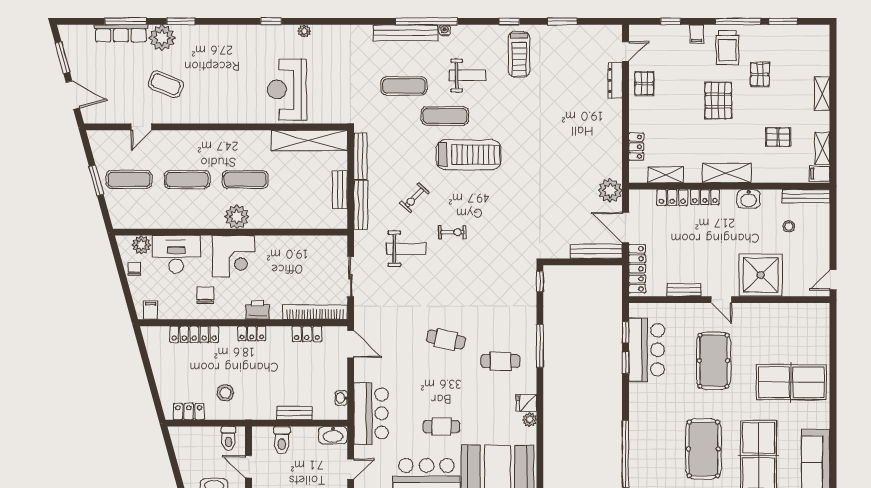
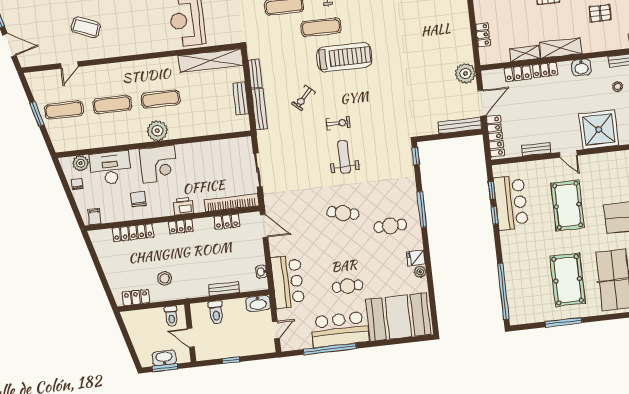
bench: (360, 156) -> (255, 74), width x0.73
shelving: (665, 175) -> (525, 54), moved
door: (626, 228) -> (482, 103), swing flipped
weight bench: (406, 249) -> (344, 157), moved, turned -90

